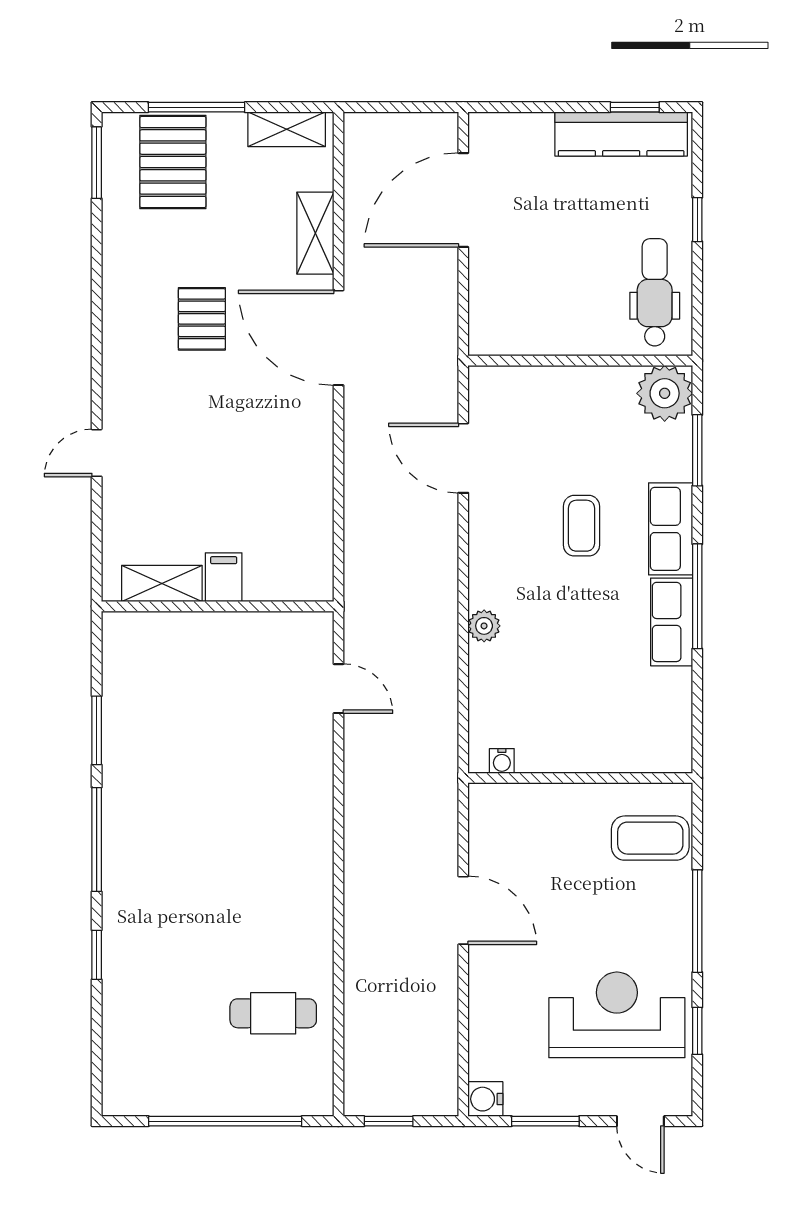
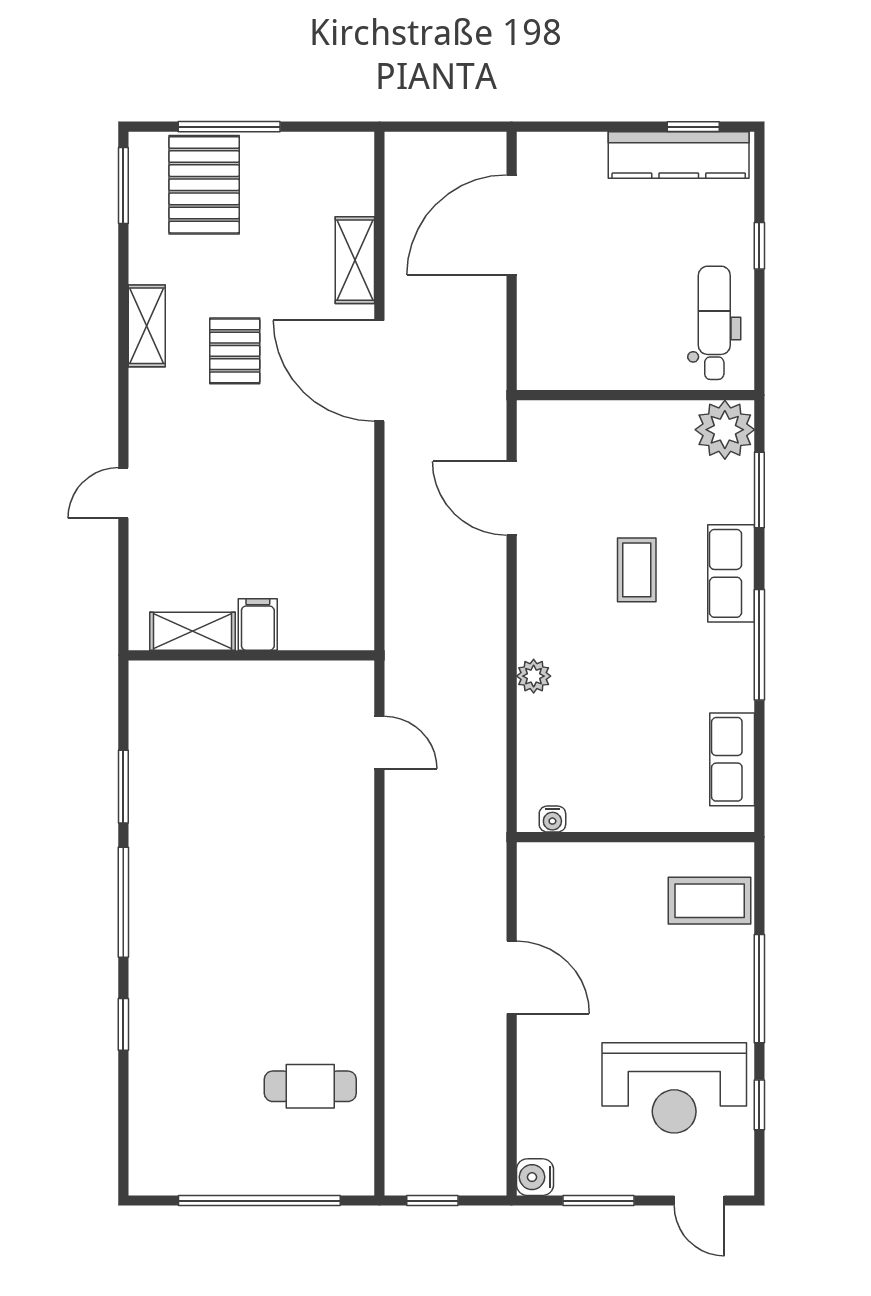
shelving: (287, 129) -> (147, 326), moved, turned 90
row of seats: (672, 622) -> (732, 759), moved
reception desk: (617, 1015) -> (674, 1088), turned 180

